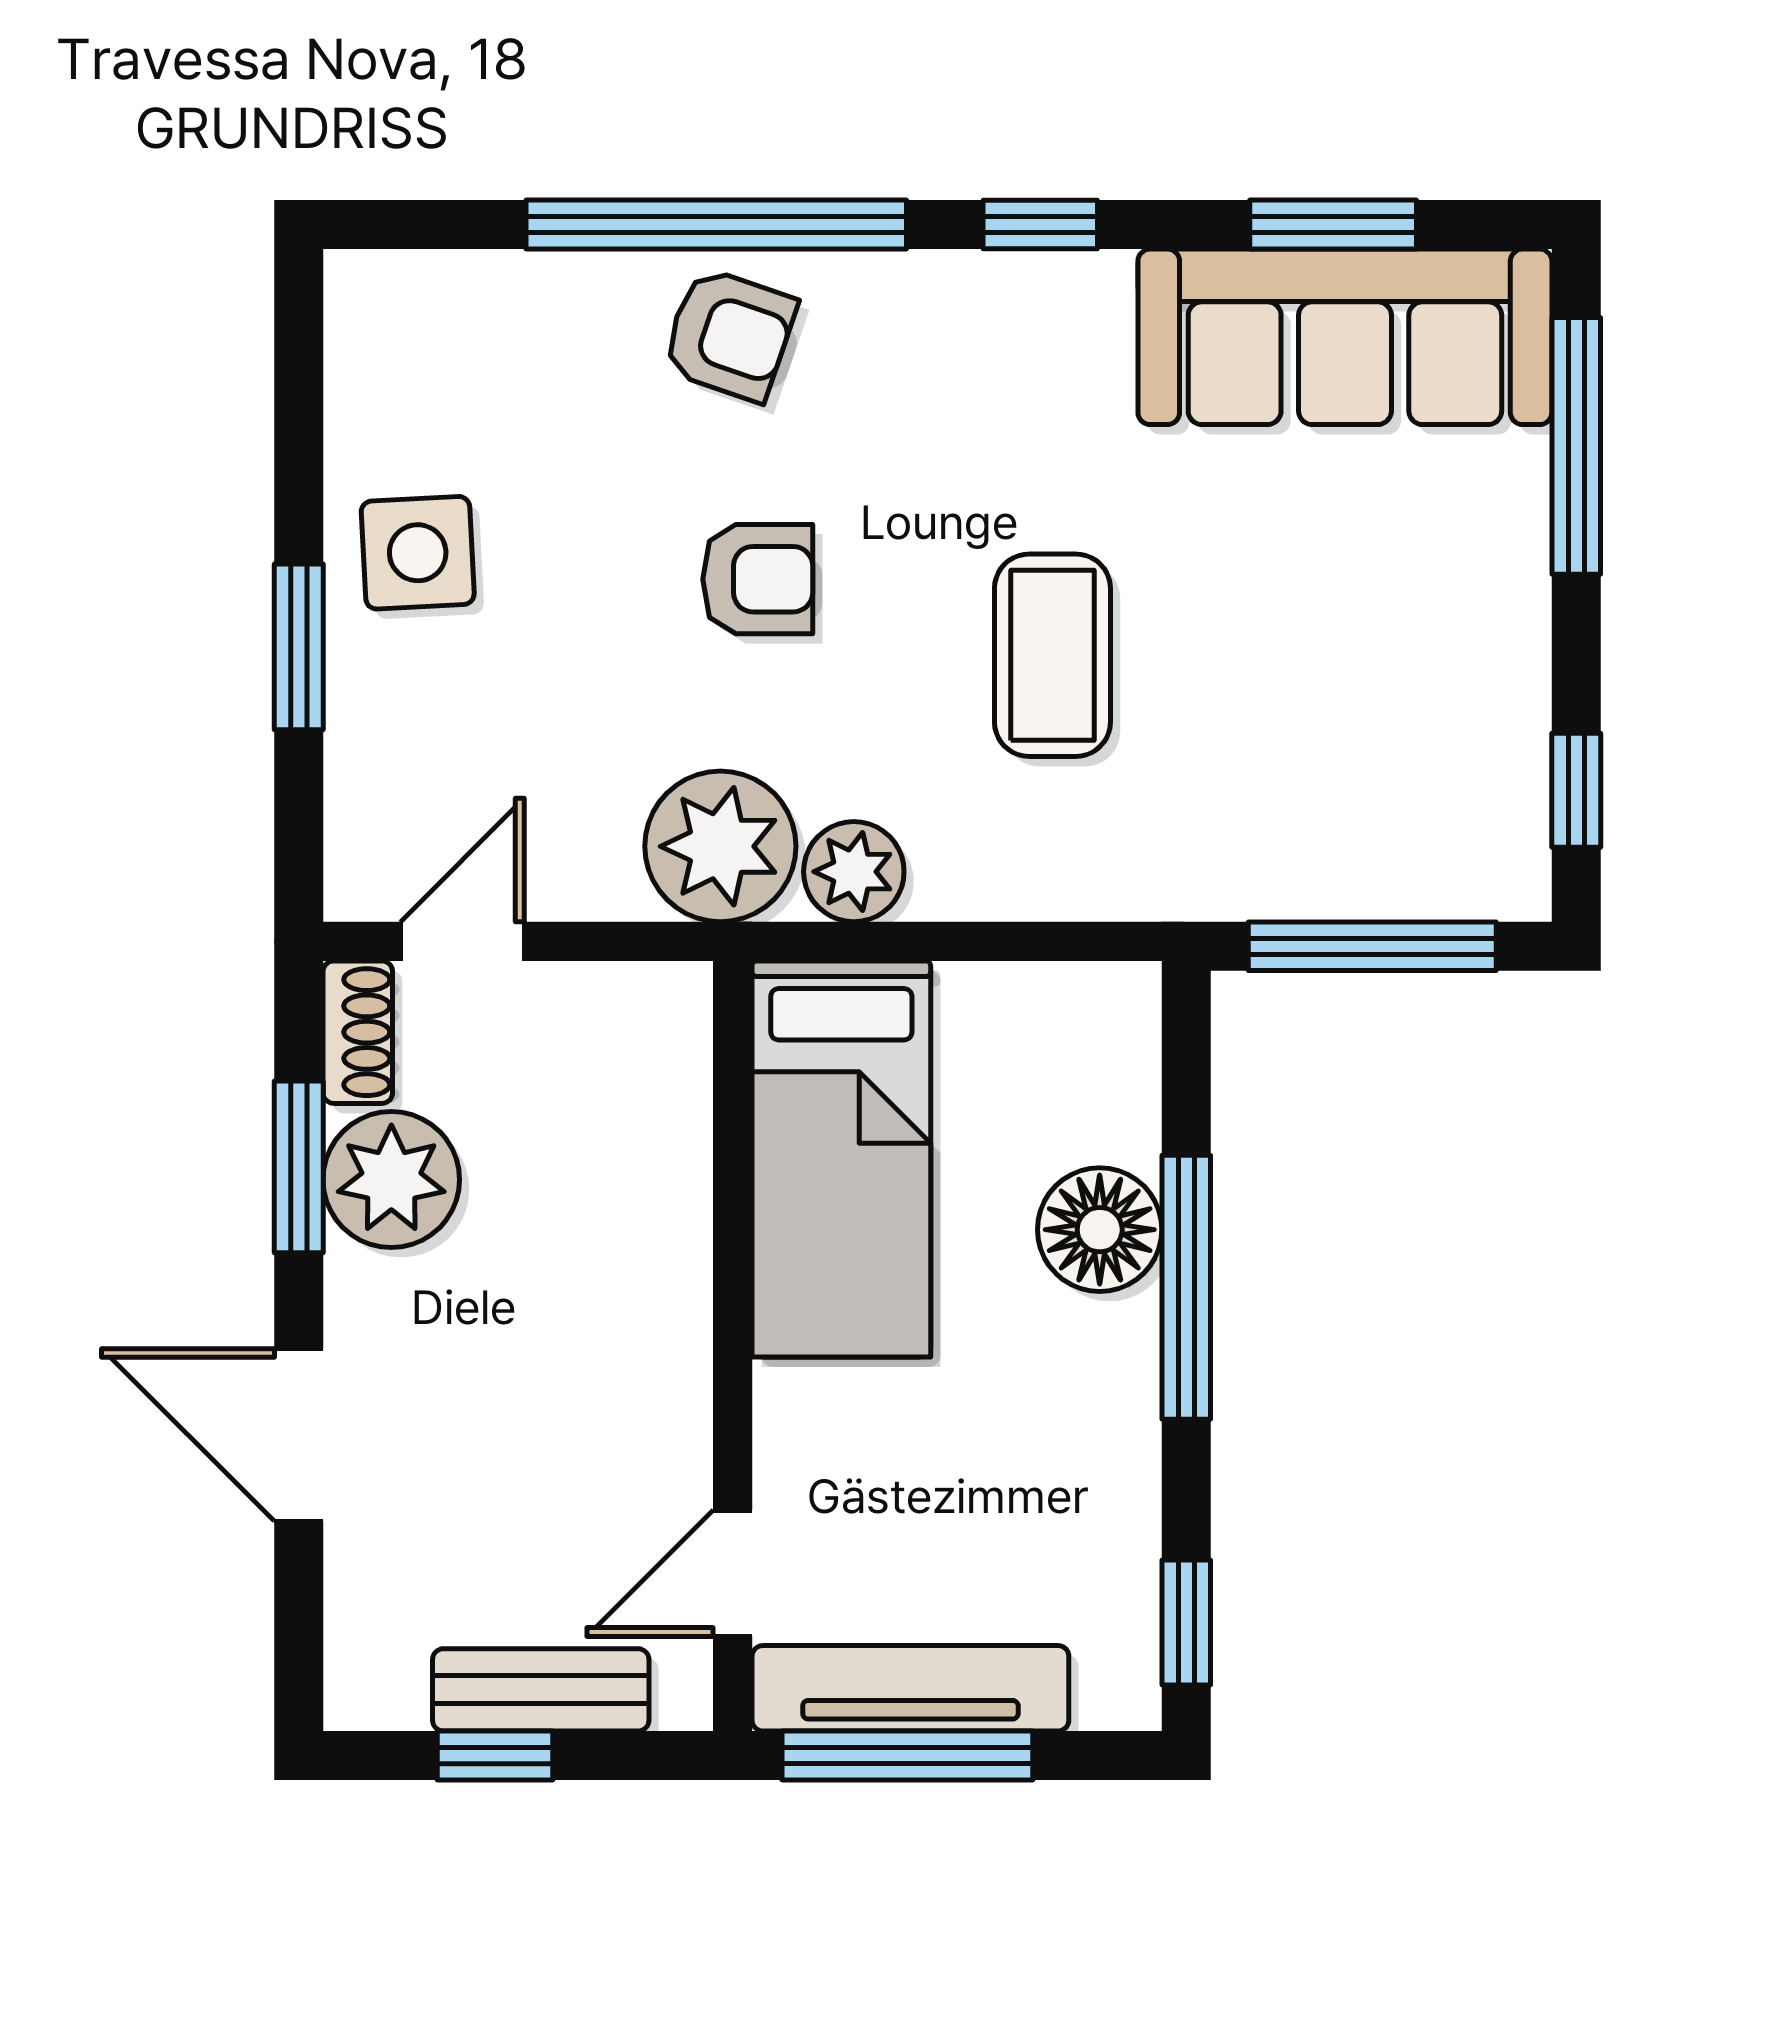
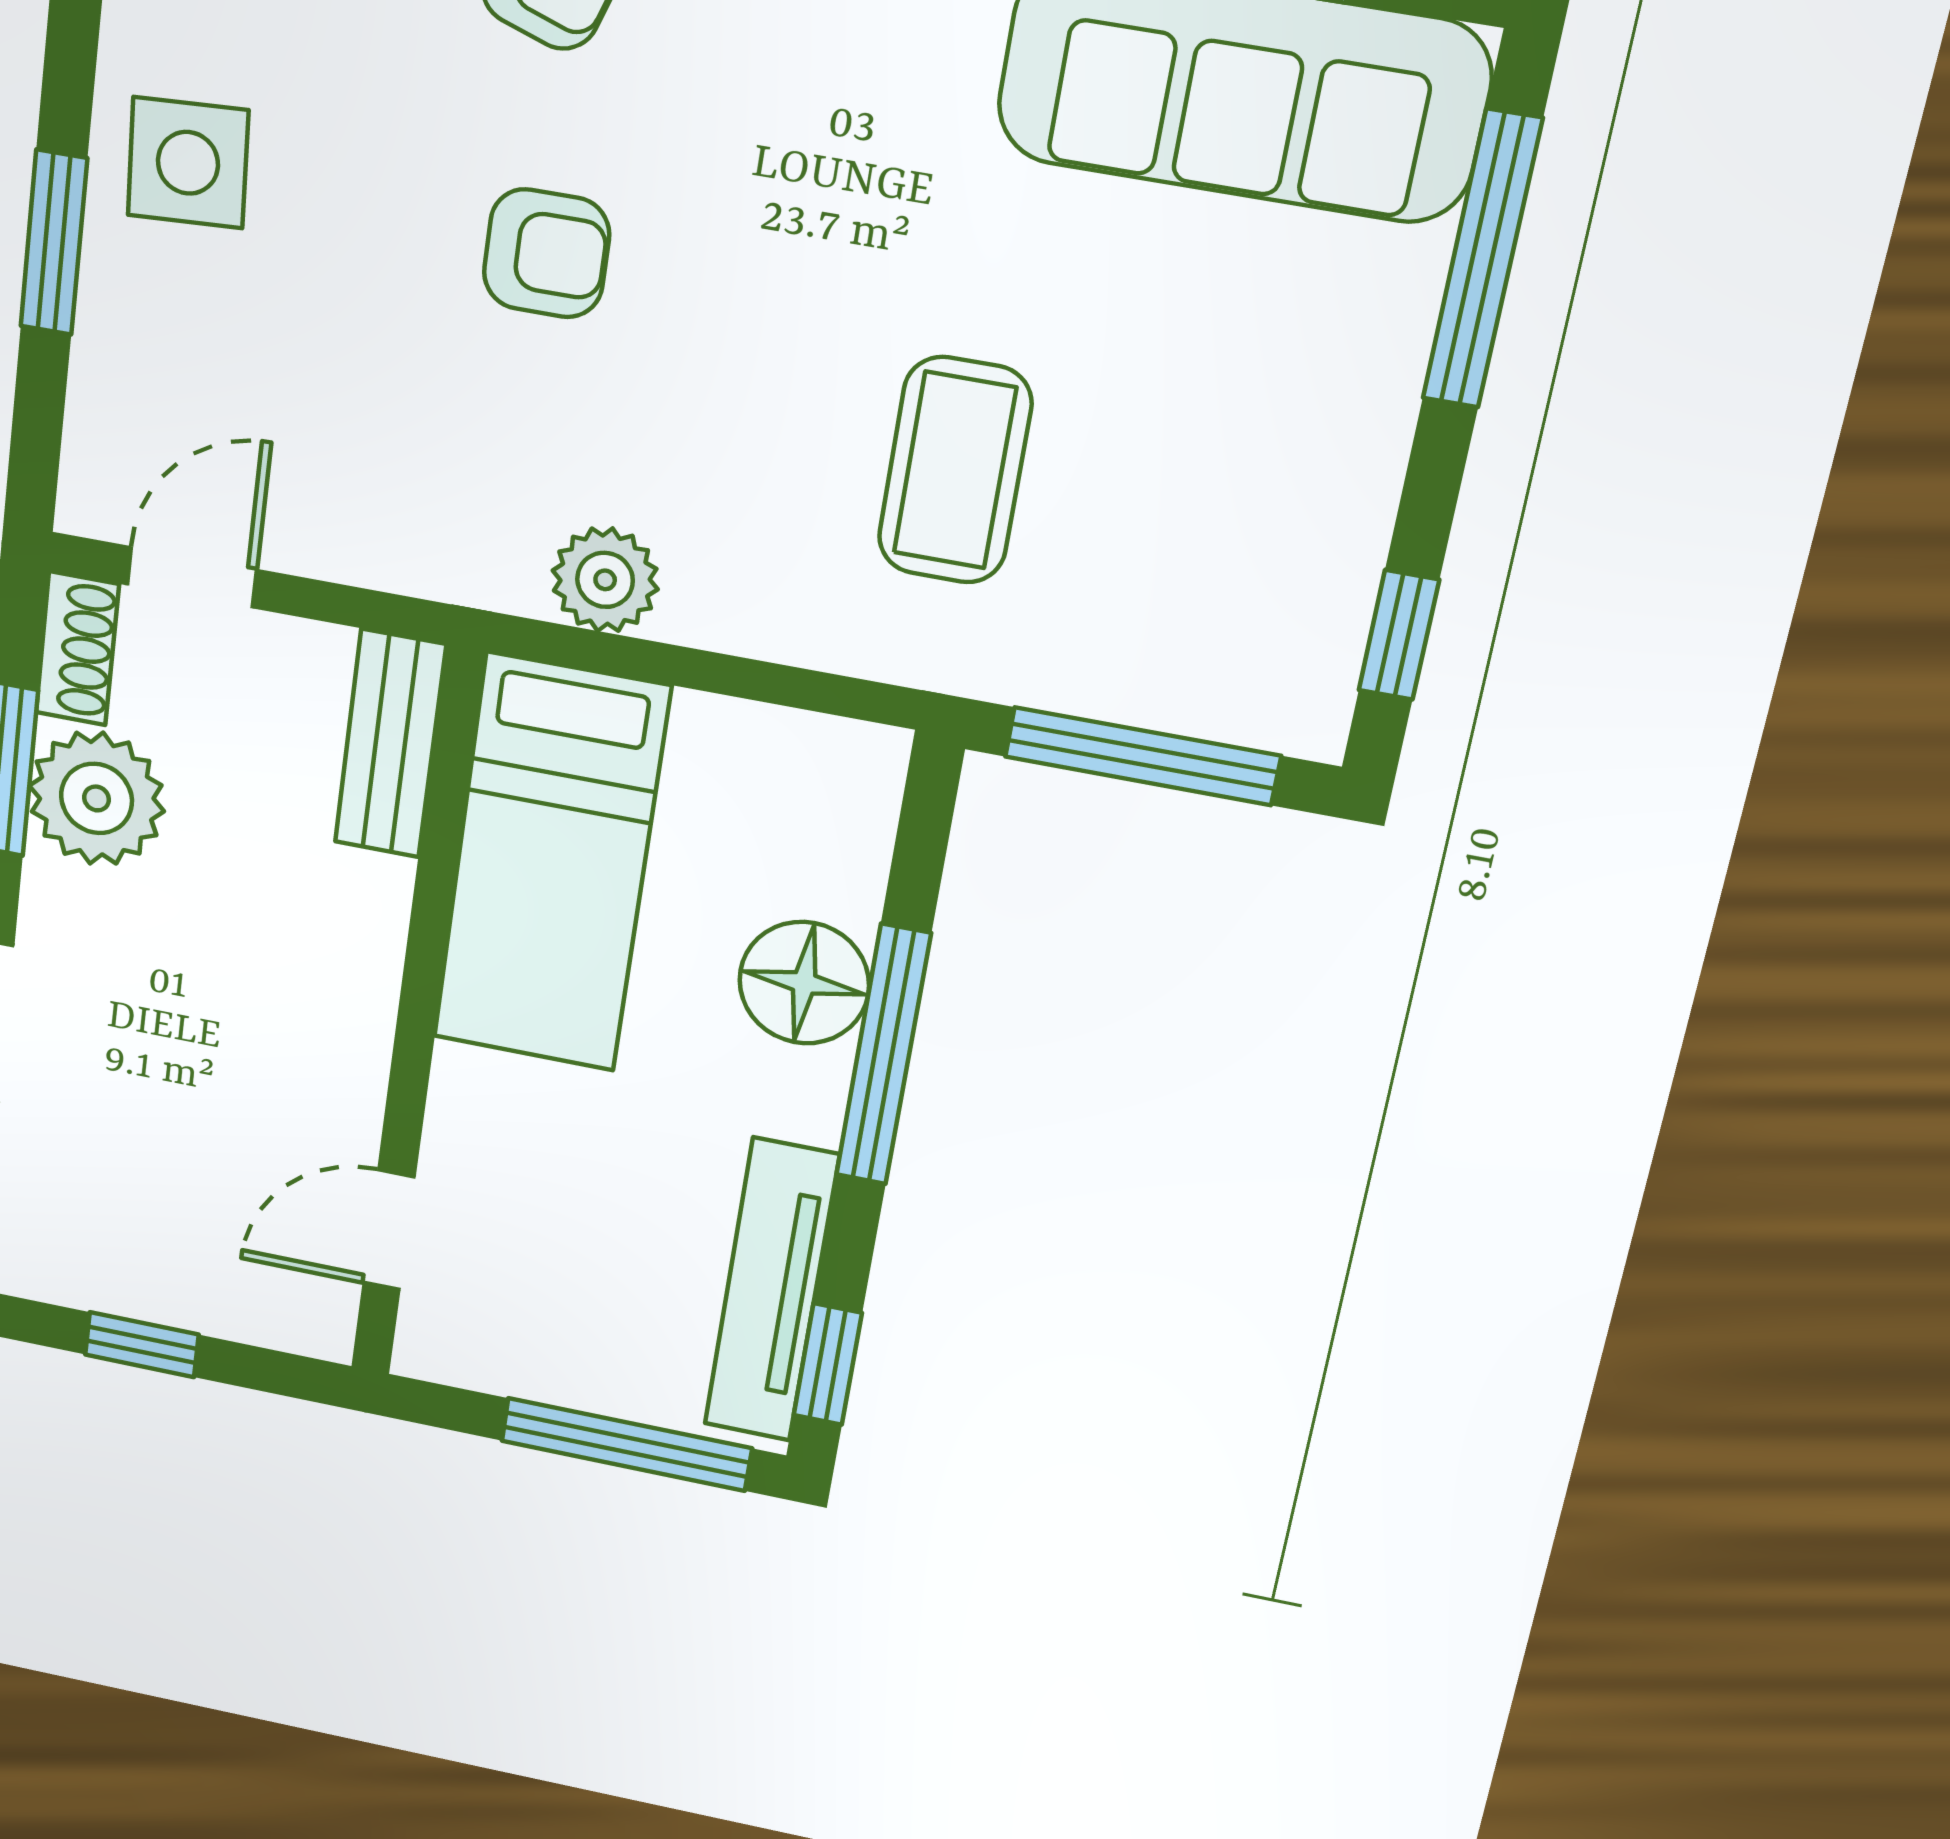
coffee table: (1052, 655) -> (955, 470), moved
plant: (720, 846) -> (469, 529), removed
tv unit: (910, 1688) -> (771, 1291), moved, turned -90
bench: (541, 1690) -> (390, 744), moved, turned 90
window: (907, 1756) -> (626, 1444), moved

